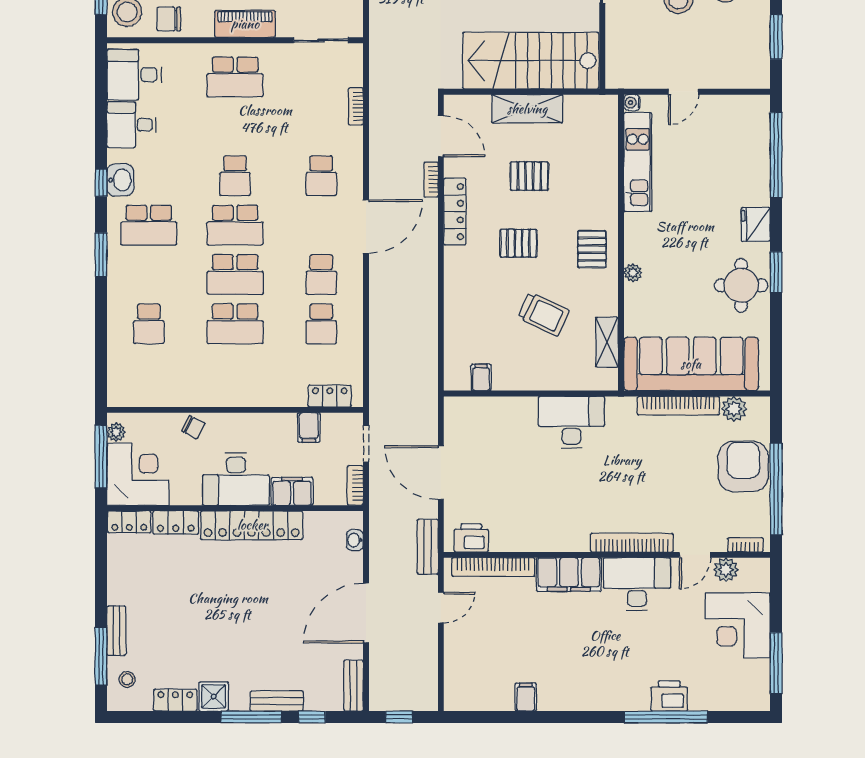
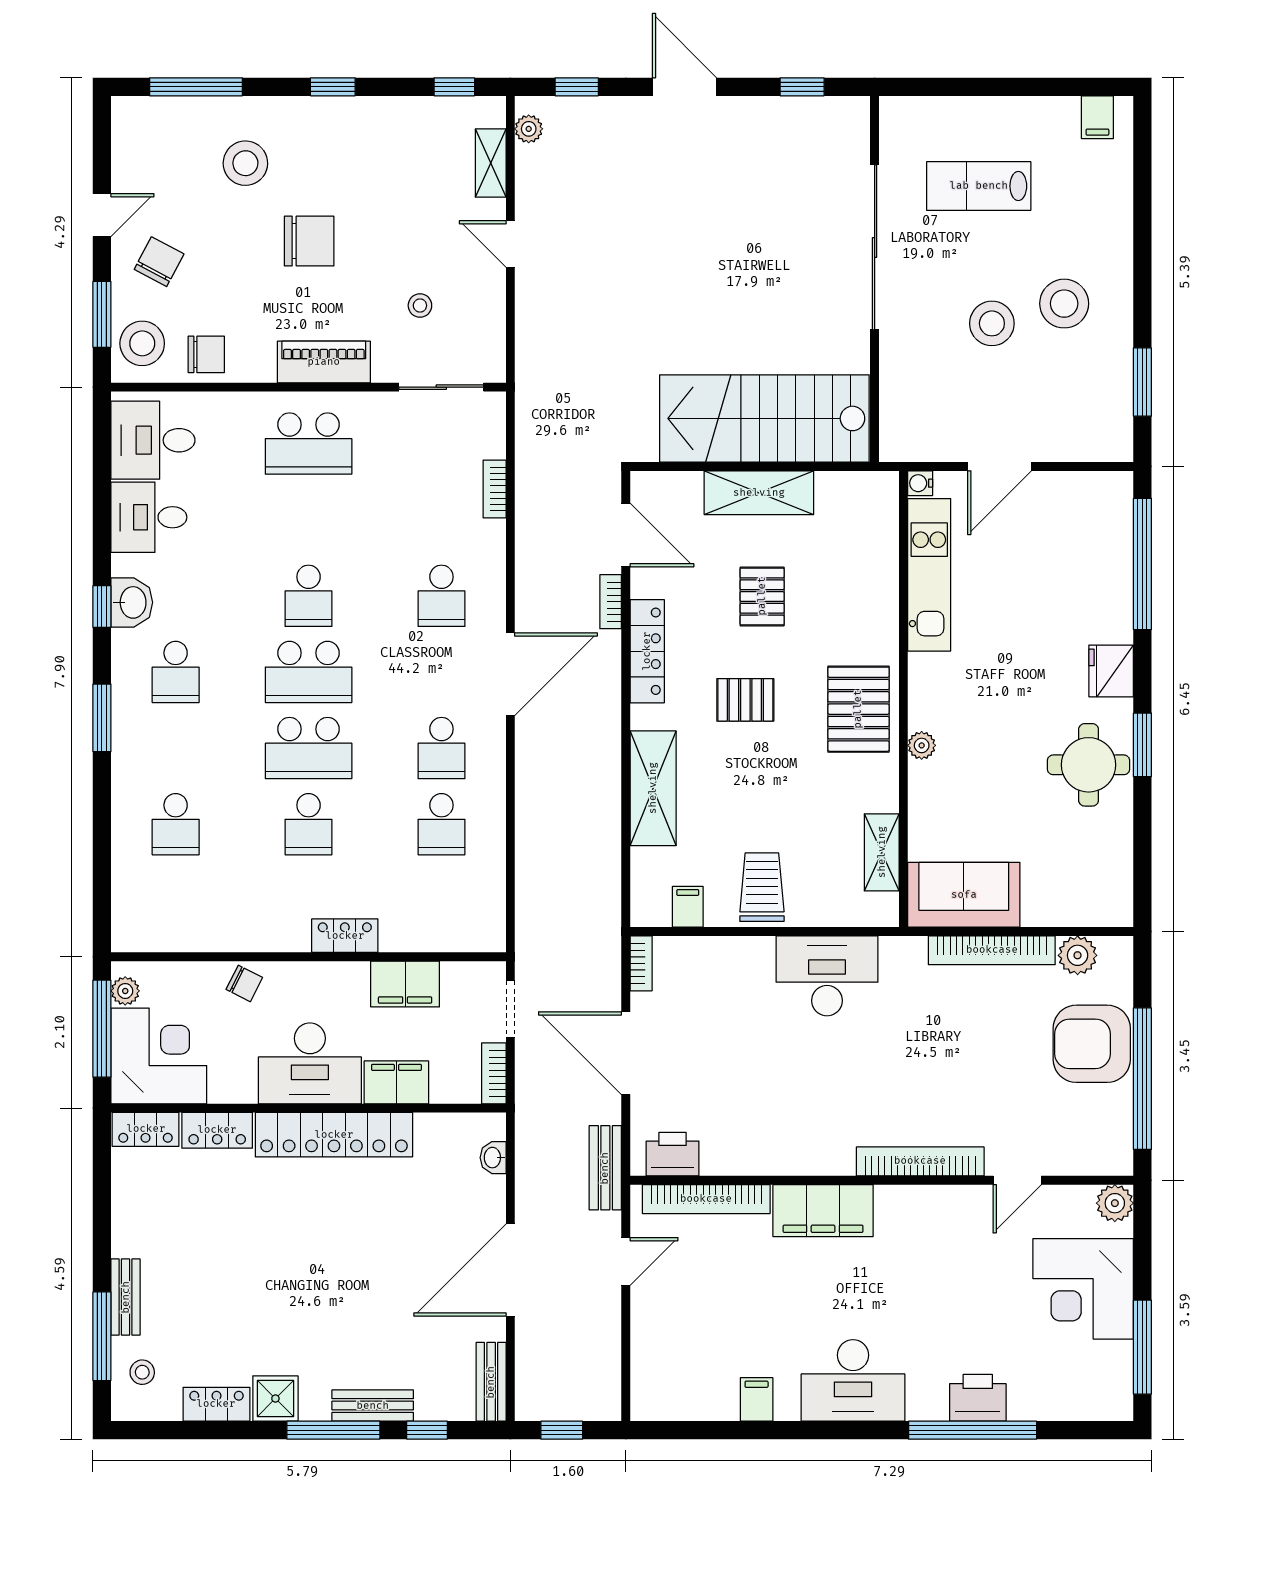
chair: (169, 19) -> (206, 354), turned 180
door: (683, 92) -> (1000, 466), width x1.38
pallet: (529, 176) -> (762, 596), turned 90
school desk: (149, 225) -> (176, 672), width x0.54
pallet: (592, 249) -> (858, 709), width x1.50, depth x1.42
shelving: (459, 301) -> (653, 788), added
trolley: (543, 314) -> (762, 887), moved, turned -115
school desk: (235, 324) -> (309, 824), width x0.54
sofa: (691, 364) -> (964, 895), width x0.54, depth x0.79
locker: (330, 396) -> (345, 936), moved
filing cabinet: (309, 428) -> (405, 984), width x2.00
armchair: (743, 466) -> (1092, 1044), turned -90
bookcase: (745, 545) -> (641, 963), moved, turned 90
plant: (726, 570) -> (1115, 1203), moved
desk: (637, 584) -> (853, 1380), moved, turned 180

